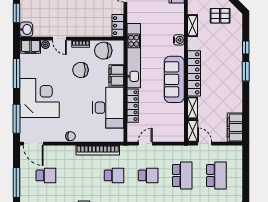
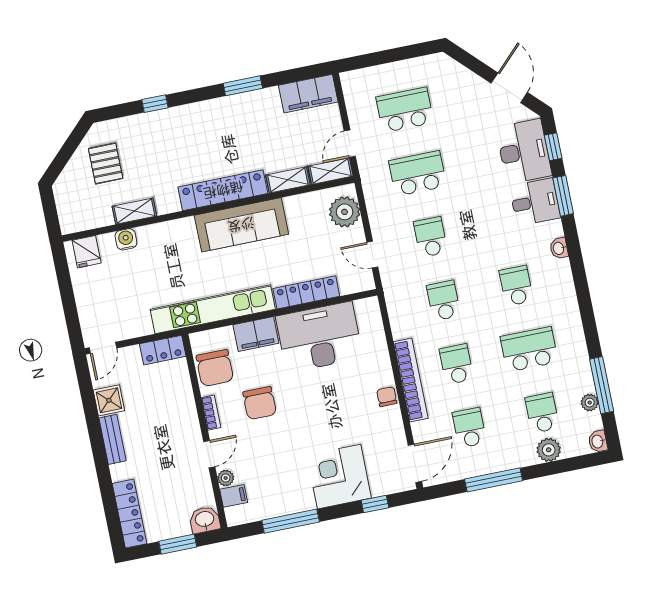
water cooler: (179, 40) -> (126, 239), moved
filing cabinet: (31, 47) -> (234, 496), width x0.50
window: (246, 71) -> (243, 86), moved
corner desk: (40, 98) -> (339, 477), width x0.74, depth x0.74
window: (16, 119) -> (375, 504), width x0.46
plant: (170, 134) -> (345, 212), added
bookcase: (98, 150) -> (411, 380), moved
school desk: (80, 175) -> (456, 364), added

